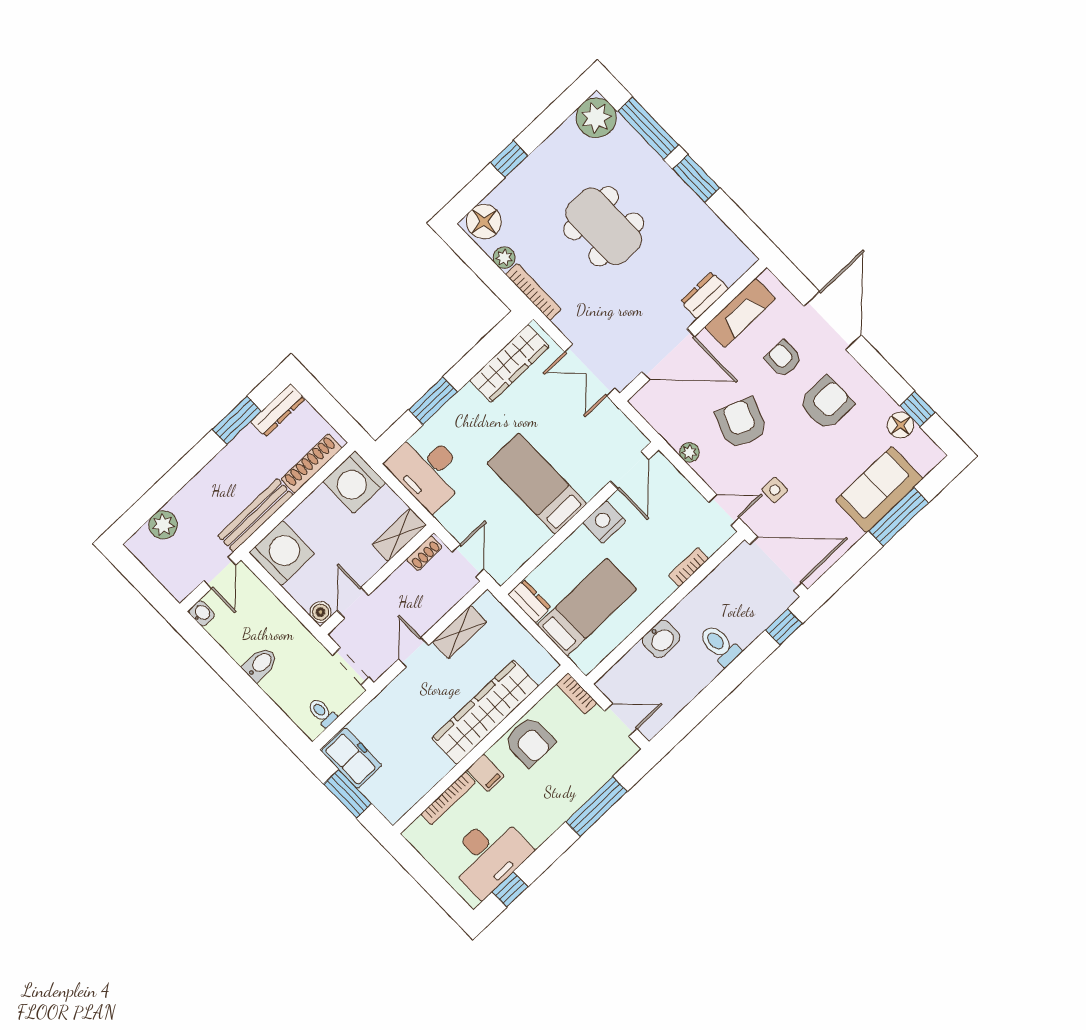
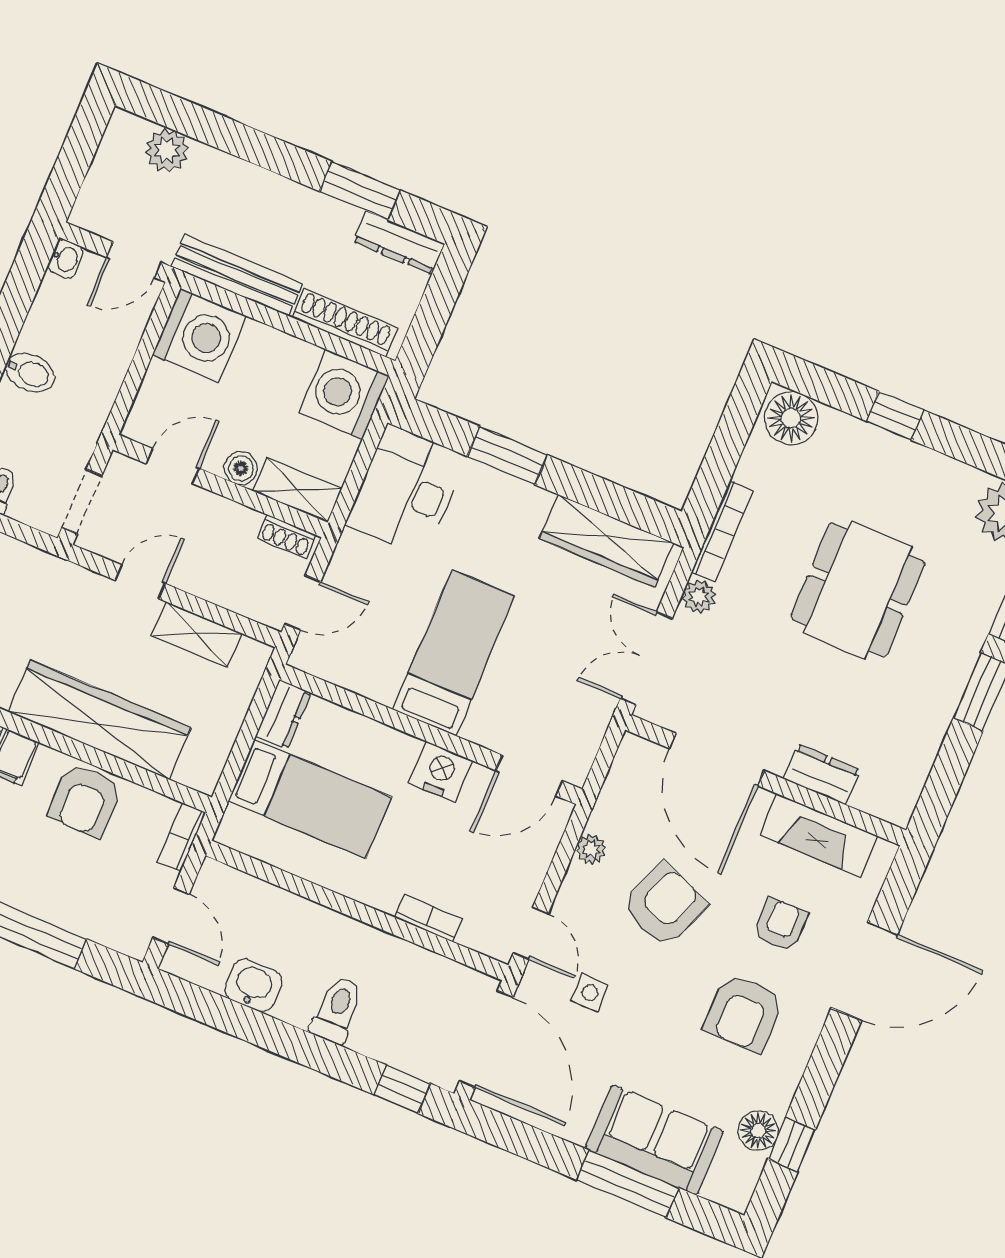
plant: (504, 258) -> (699, 597), moved
armchair: (826, 403) -> (744, 1013), turned 90
boiler: (320, 612) -> (241, 468), moved
washbasin: (661, 639) -> (253, 985), moved, turned 180

